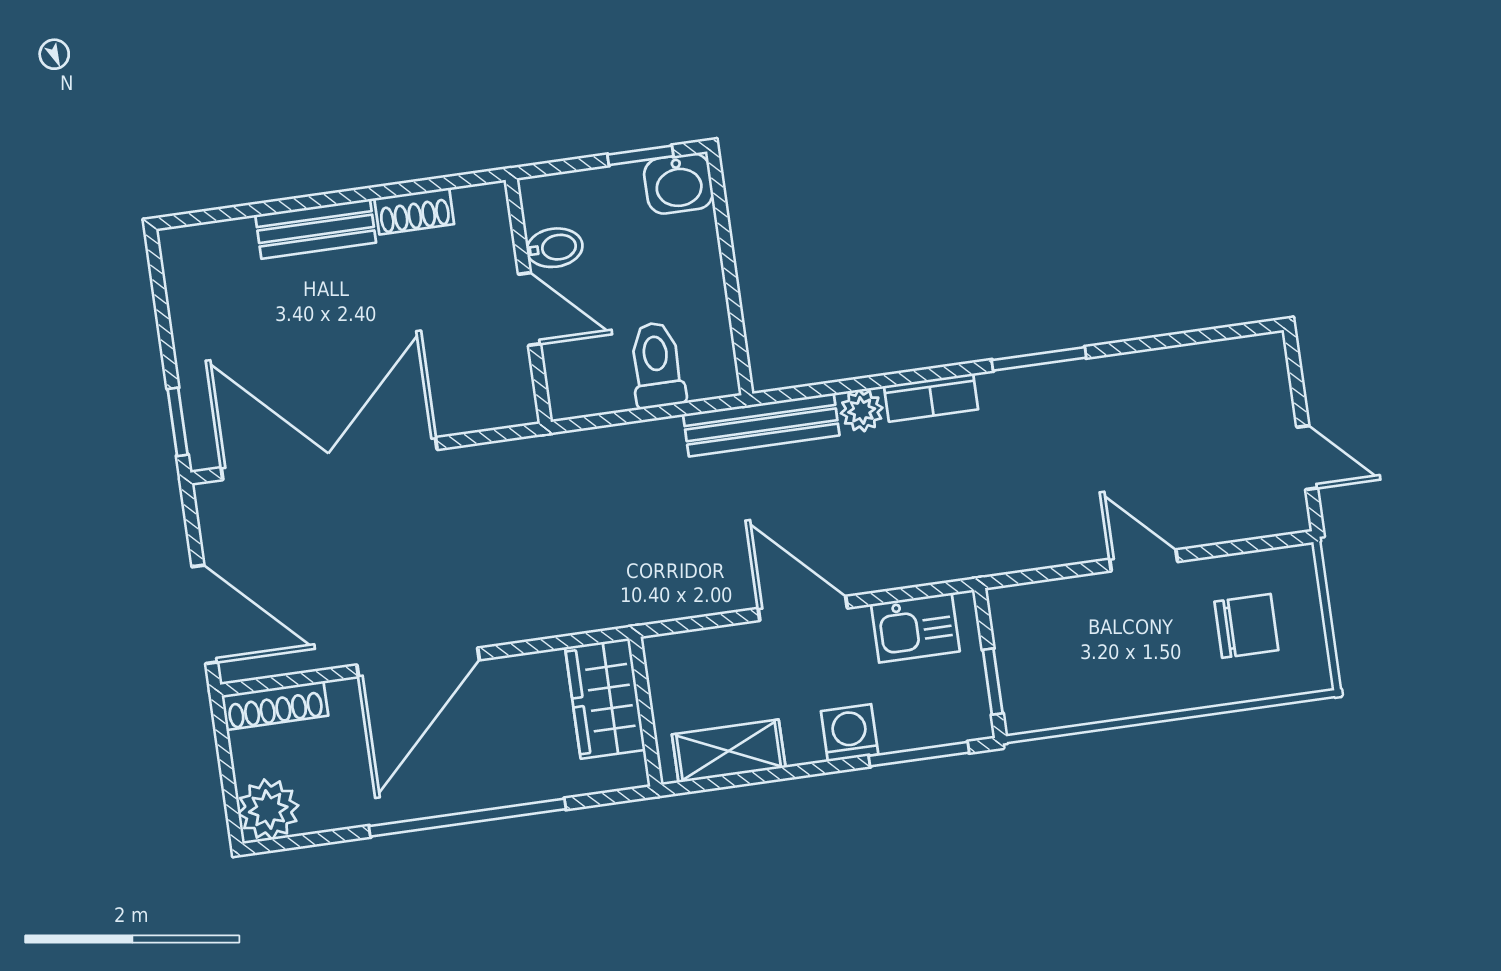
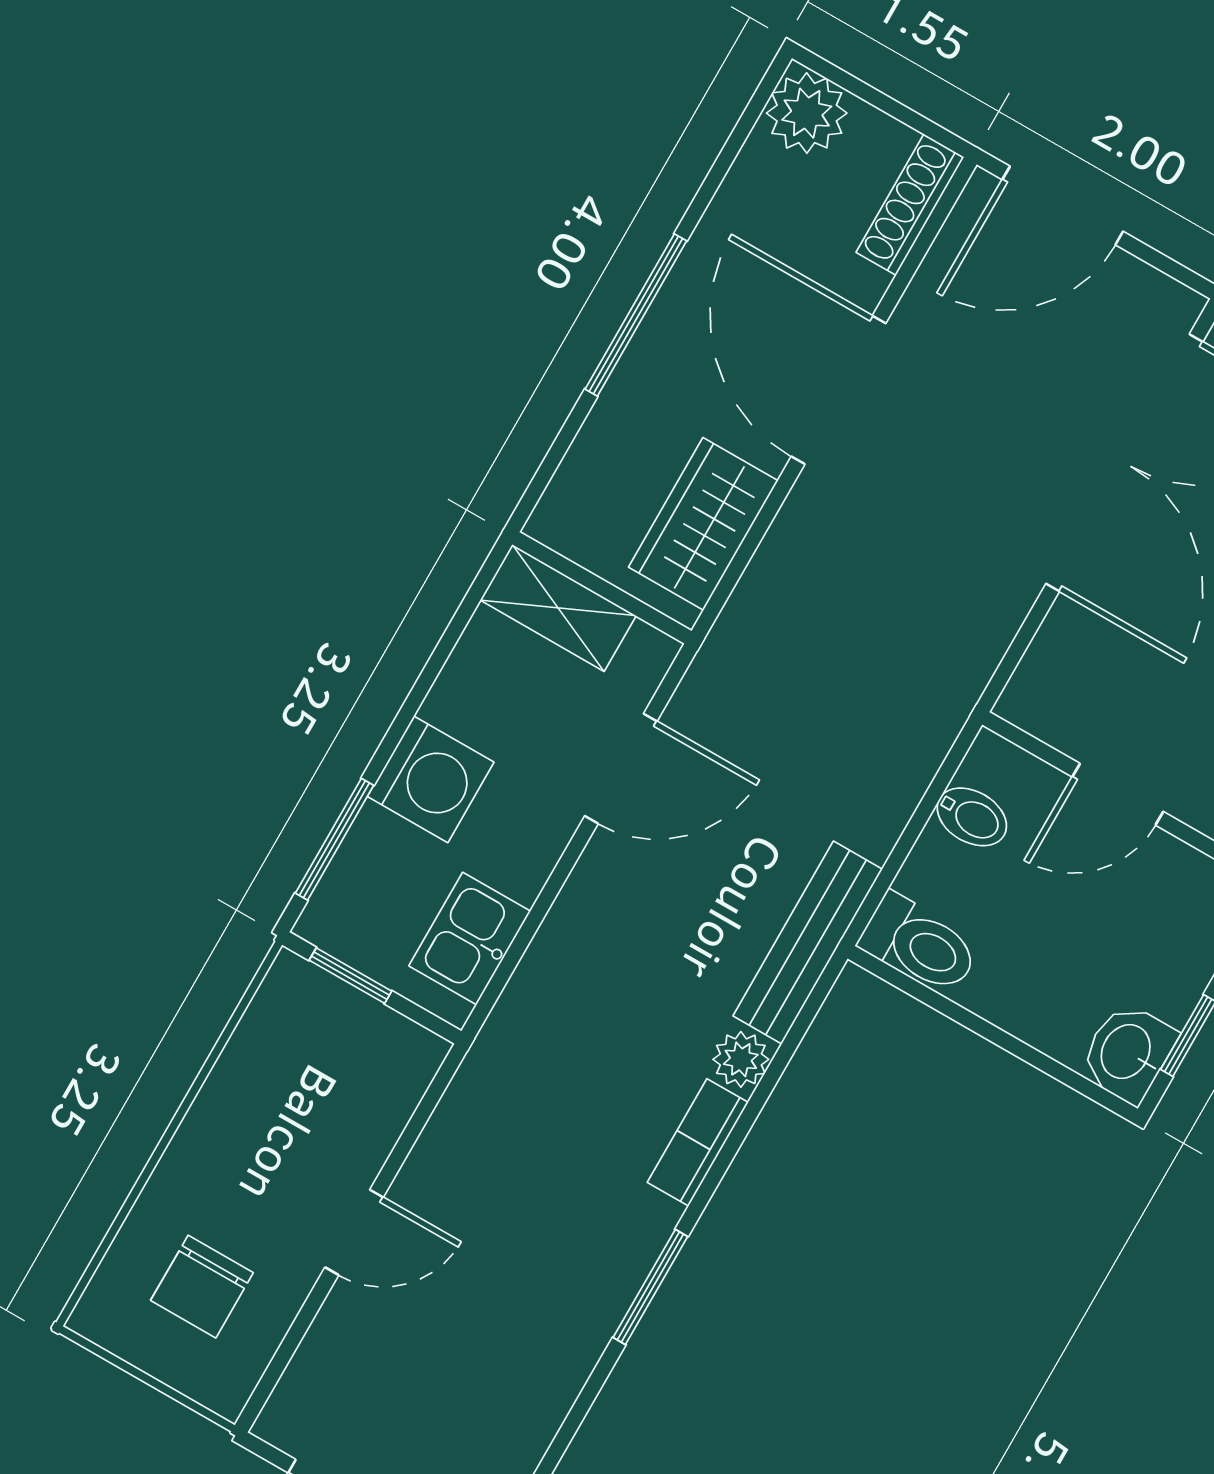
bidet: (555, 248) -> (972, 817), moved, turned -90
toilet: (657, 365) -> (919, 944), moved
door: (803, 608) -> (621, 769), moved
wardrobe: (605, 698) -> (703, 524), moved, turned -90
washing machine: (850, 733) -> (431, 779), width x1.38, depth x1.38
shelving: (729, 751) -> (558, 608), moved, turned 90
window: (467, 818) -> (636, 315), width x0.68

